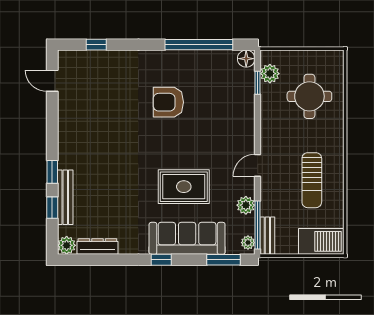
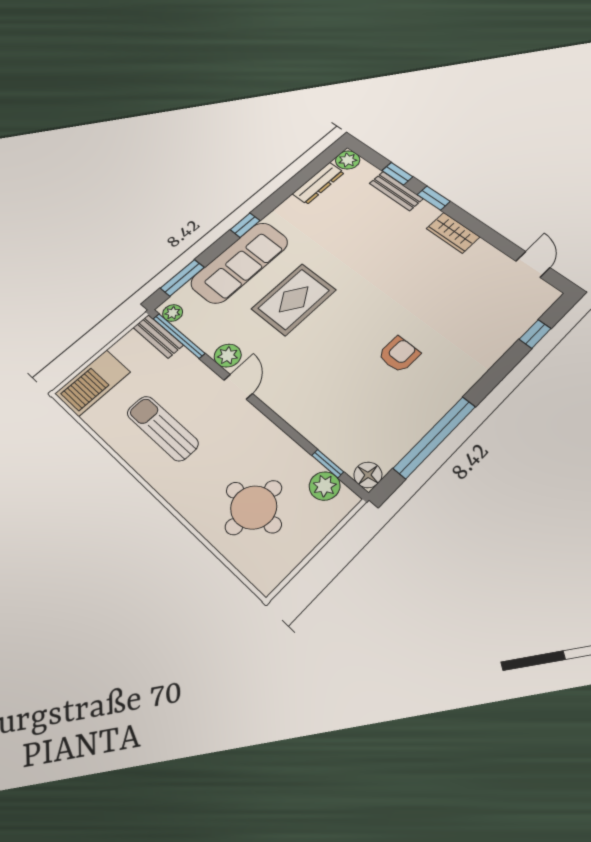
door: (52, 81) -> (533, 264), hinge flipped
armchair: (168, 102) -> (399, 354), width x0.72, depth x0.72
wardrobe: (67, 141) -> (453, 233), added
bench: (65, 197) -> (396, 191), width x0.73
plant: (246, 205) -> (228, 356), moved

